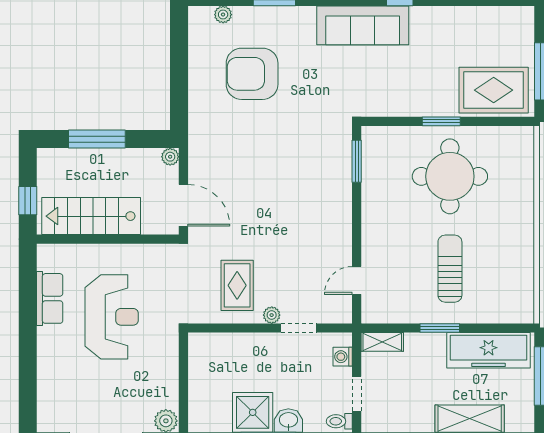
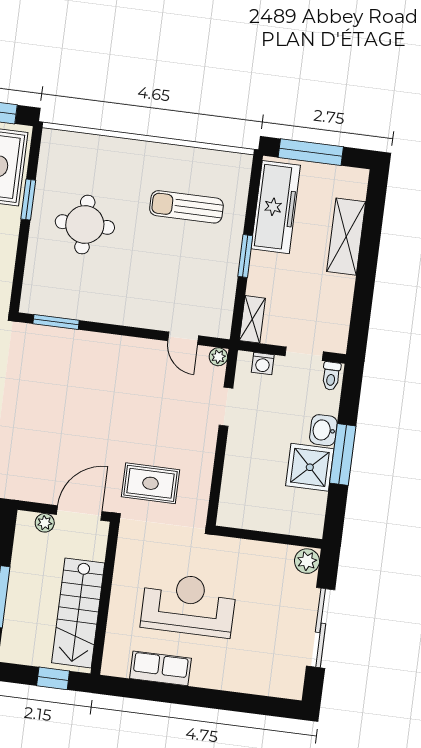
window: (441, 121) -> (28, 200), moved
plant: (170, 157) -> (45, 523), moved
round table: (450, 176) -> (85, 225), width x0.73, depth x0.73
sun lounger: (450, 269) -> (186, 207), moved
rug: (237, 285) -> (151, 483), moved
plant: (272, 315) -> (218, 357), moved

